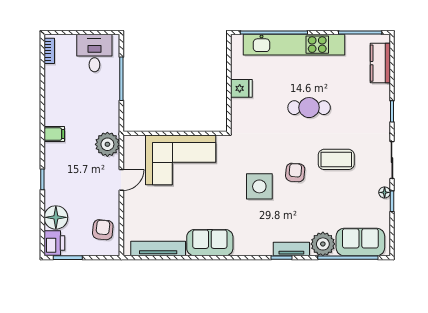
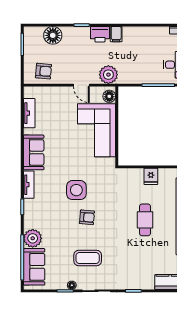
cafe table: (309, 108) -> (145, 220), moved
floor lamp: (136, 143) -> (109, 96), added
coffee table: (336, 159) -> (88, 258), moved, turned 90
printer: (54, 243) -> (100, 34), moved
tv unit: (158, 249) -> (29, 113), width x0.71
tv unit: (291, 249) -> (29, 185), moved

